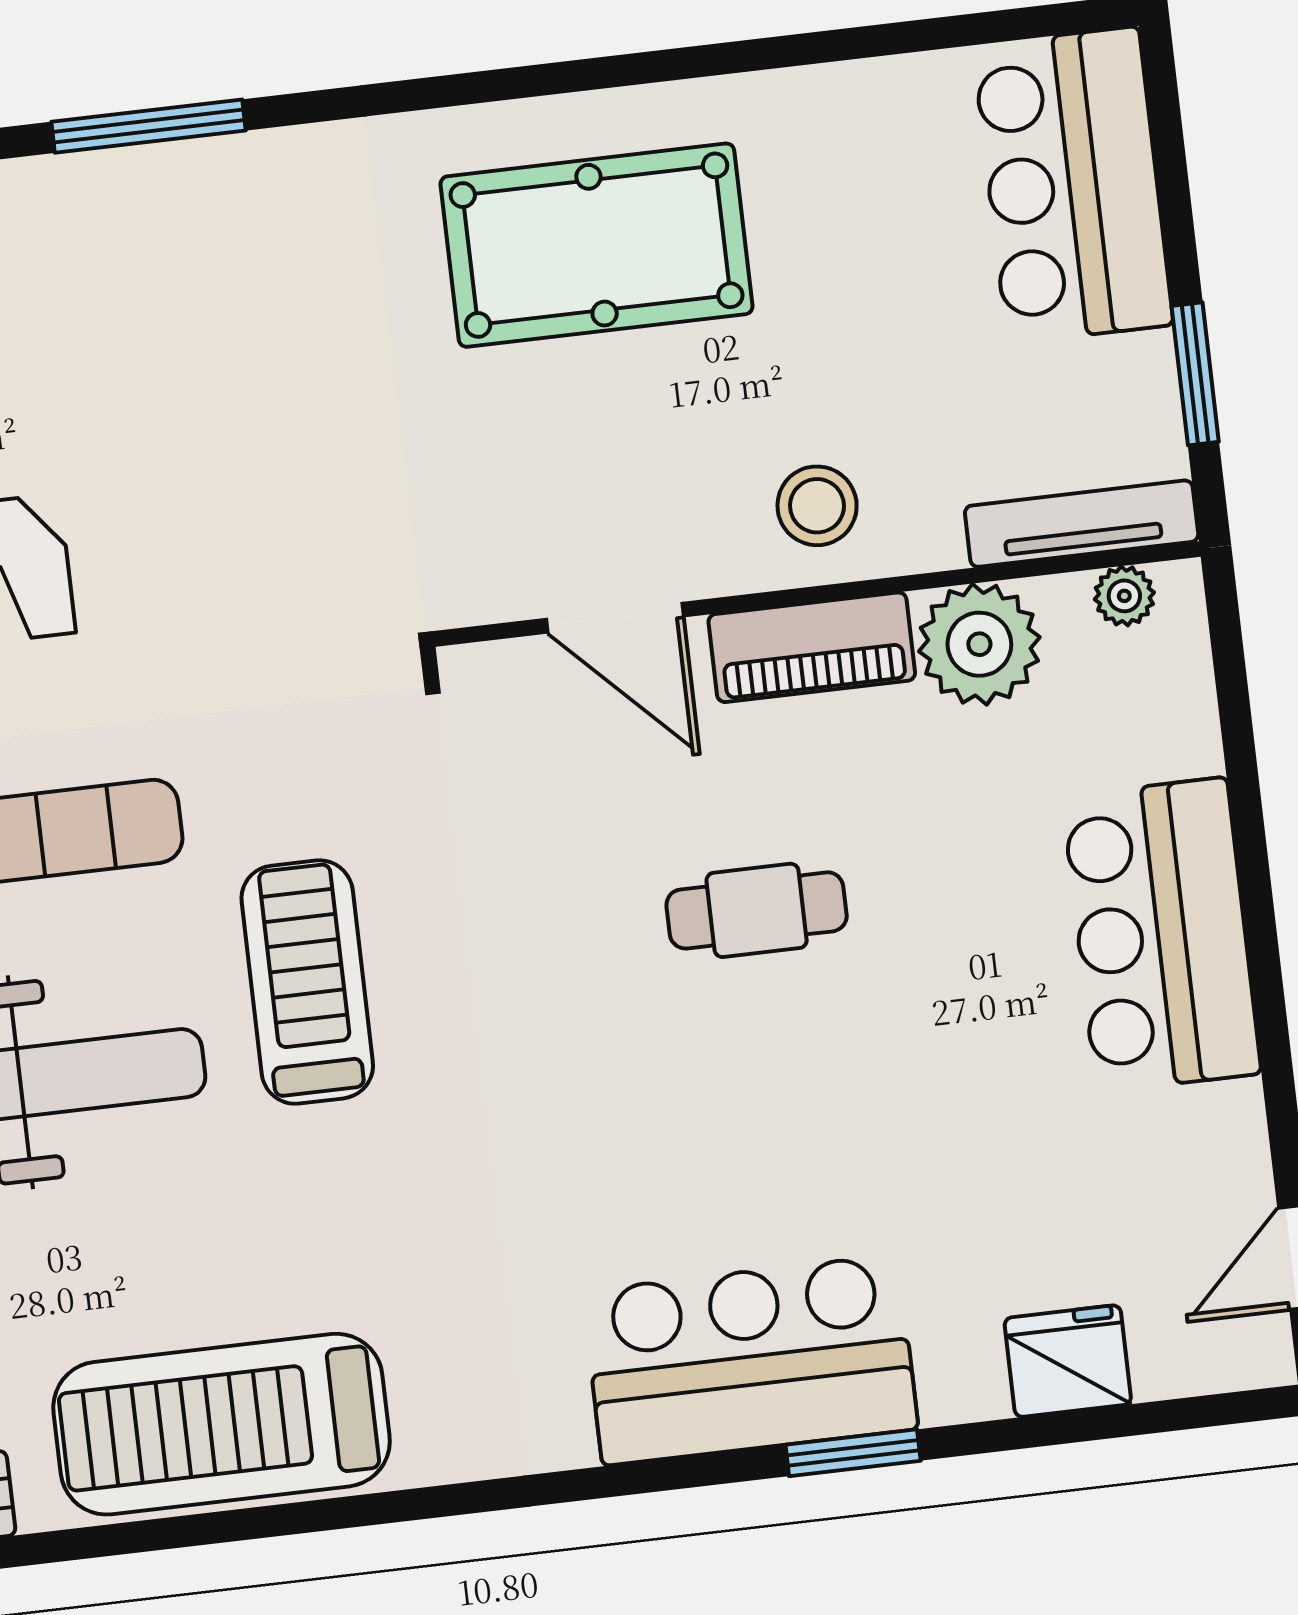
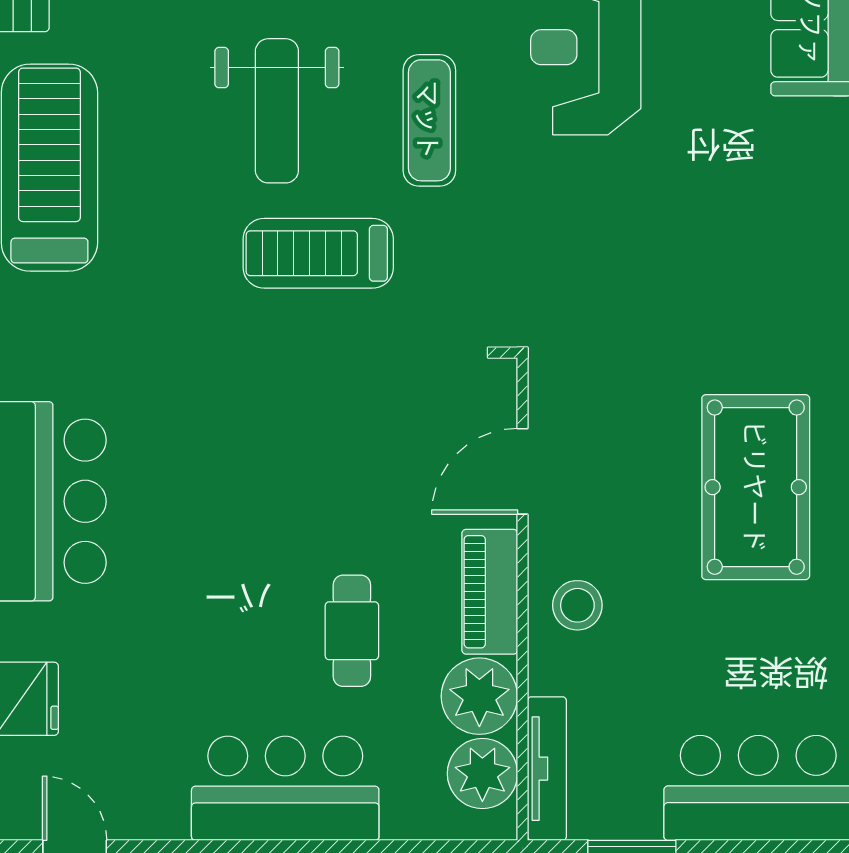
plant: (1124, 596) -> (482, 774), width x1.88, depth x1.88
cafe table: (757, 910) -> (352, 631), moved
treadmill: (307, 982) -> (318, 253), turned 180

